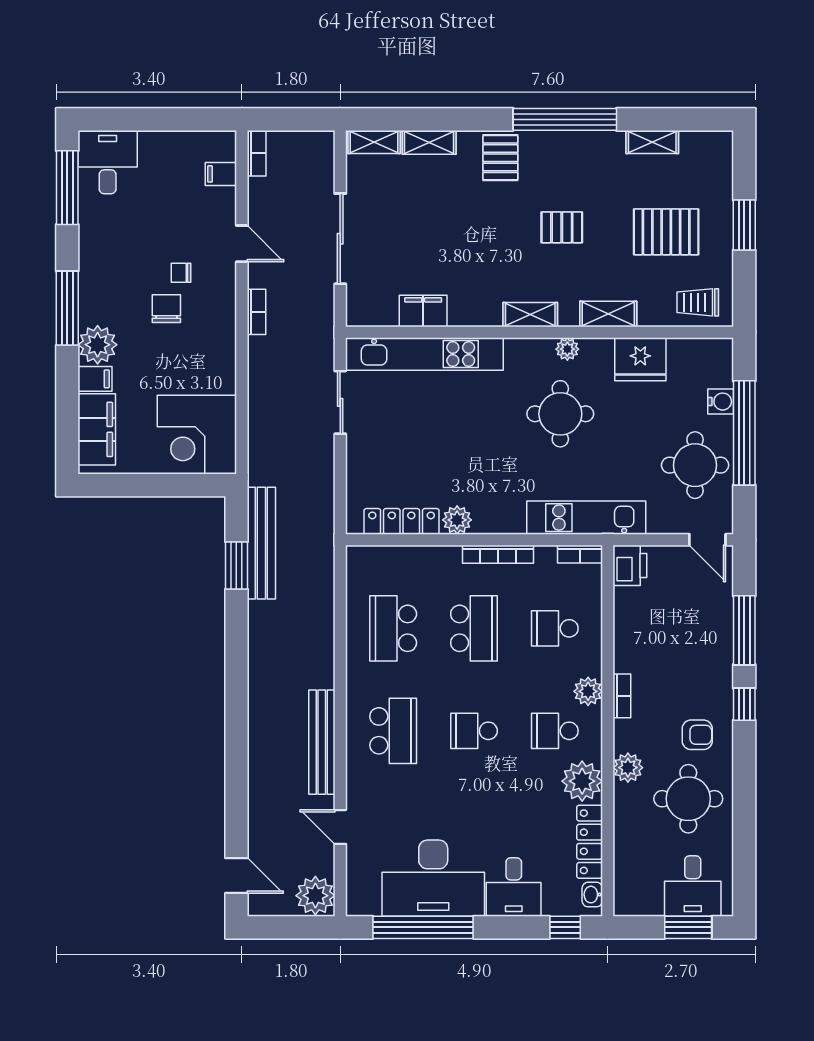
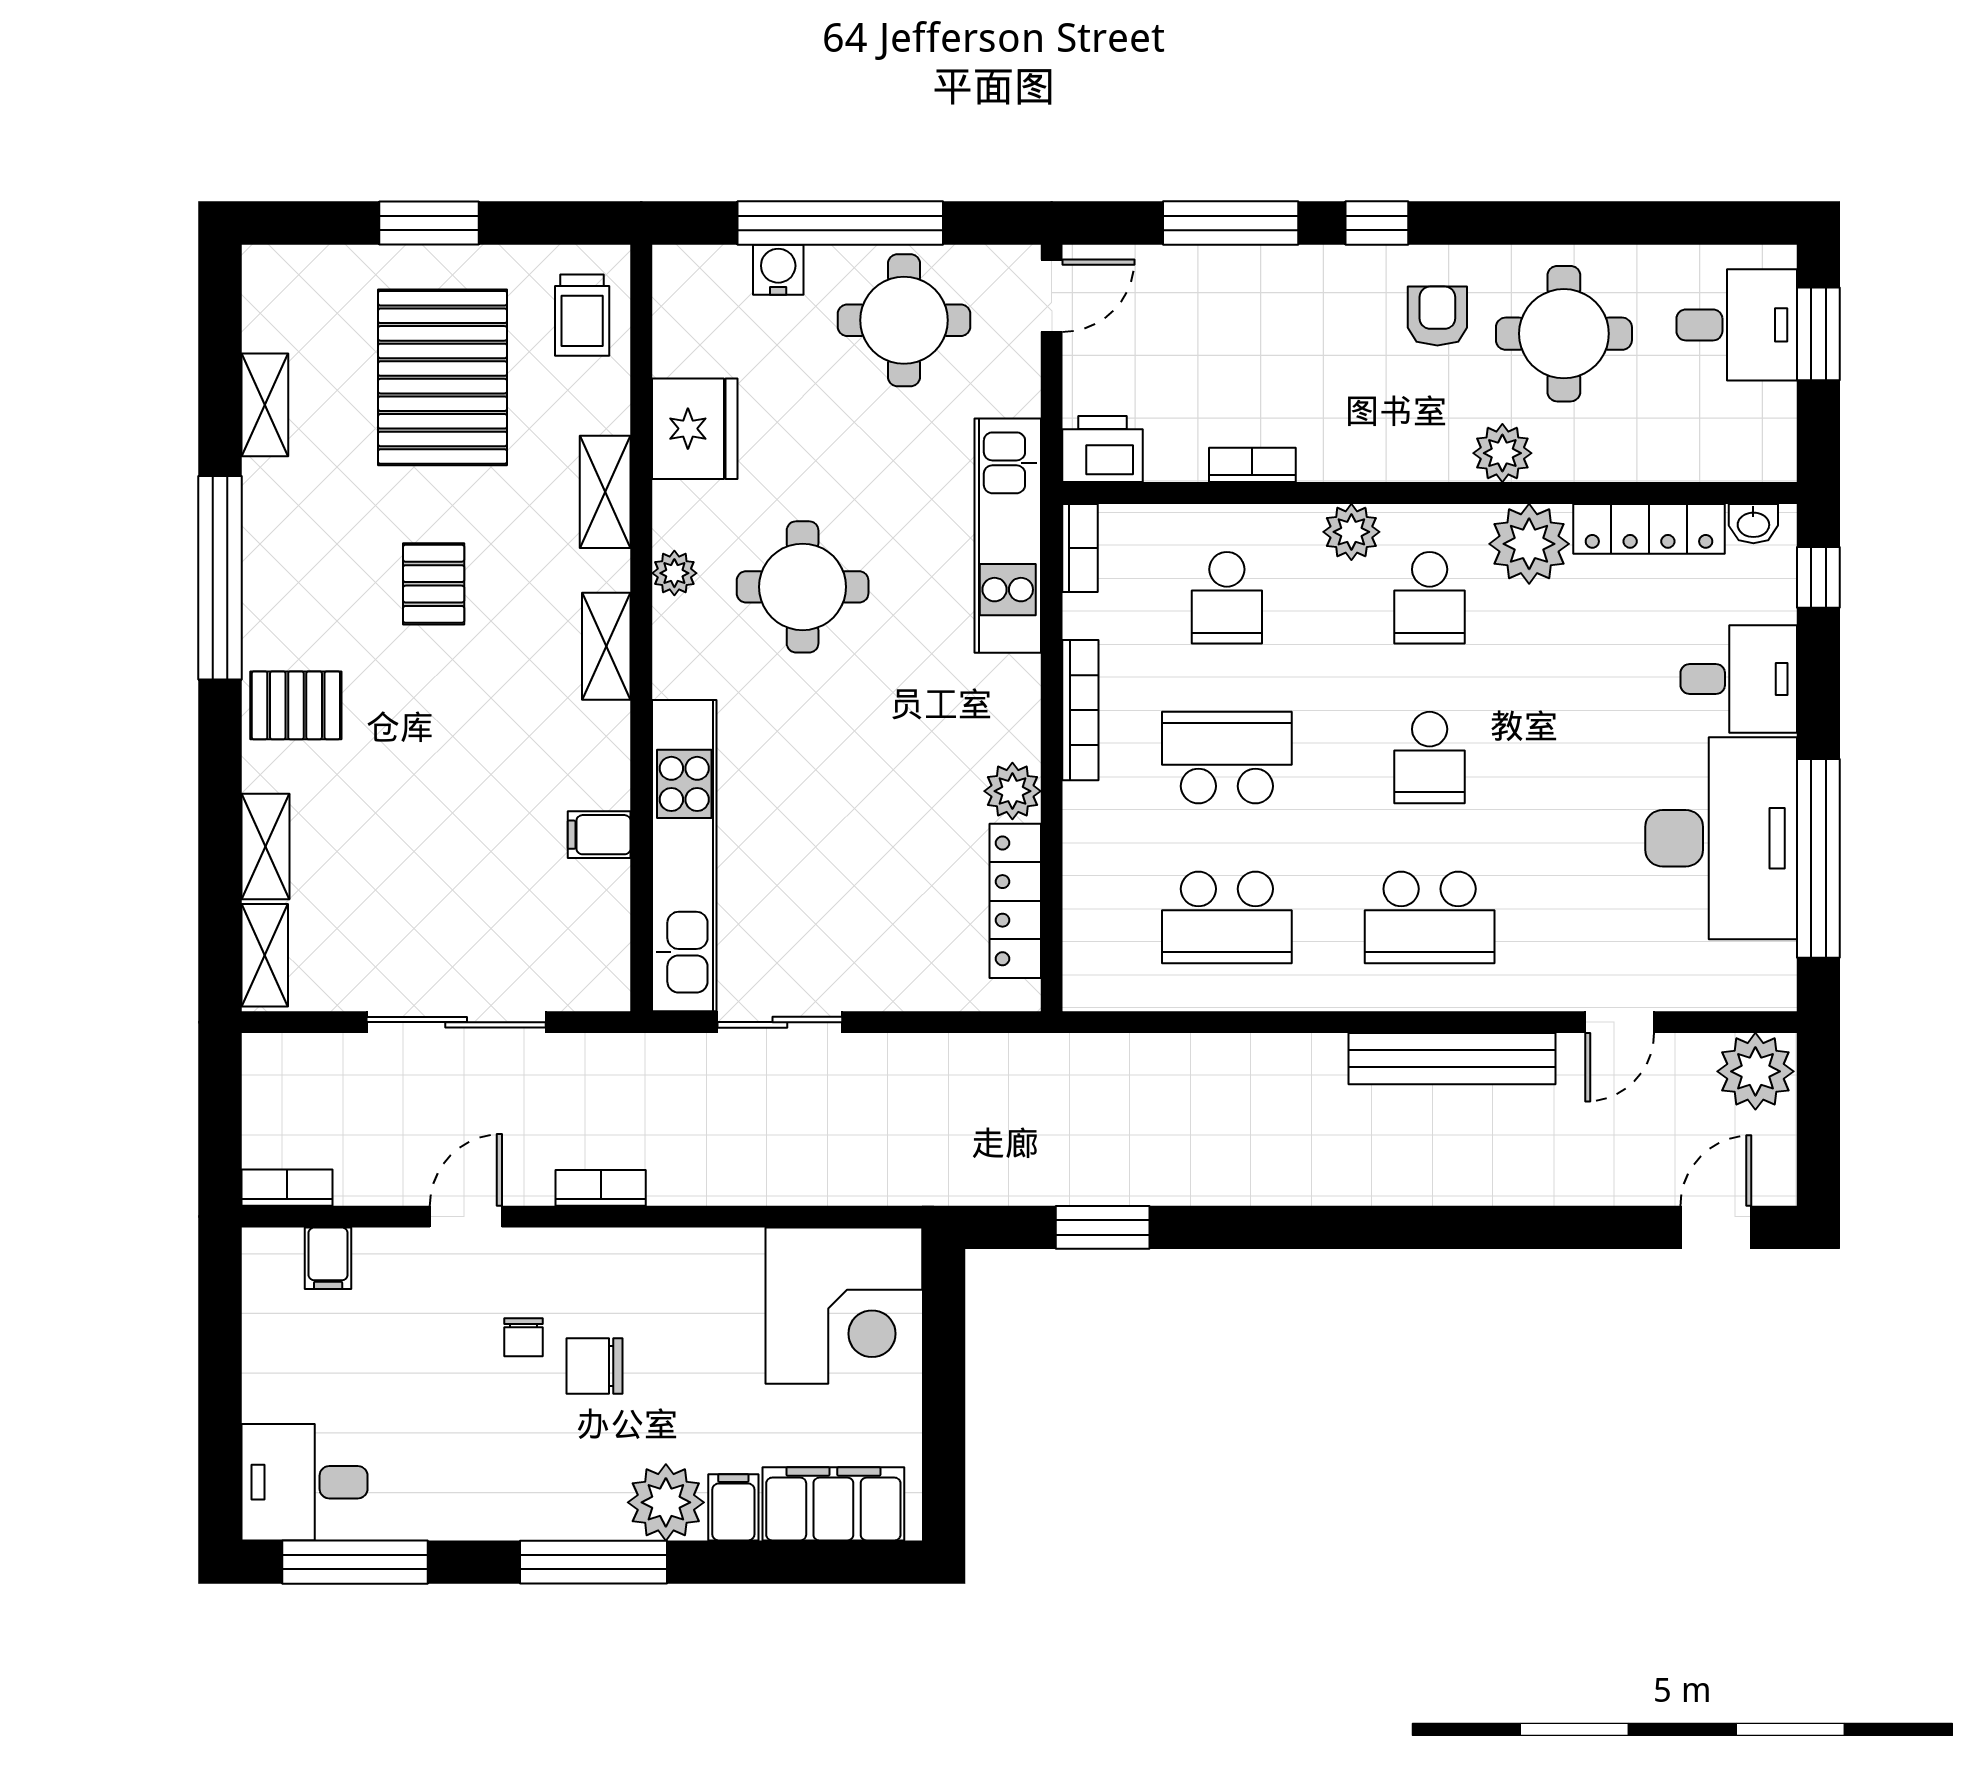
pallet: (666, 232) -> (443, 377), width x1.37, depth x1.41
filing cabinet: (423, 311) -> (599, 835), width x0.50
bench: (261, 543) -> (1058, 1178), removed
bookcase: (622, 696) -> (1252, 465), moved
school desk: (393, 731) -> (1430, 917), turned 180

